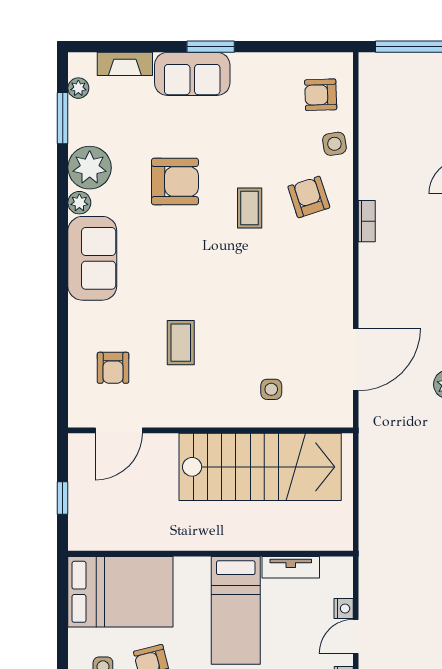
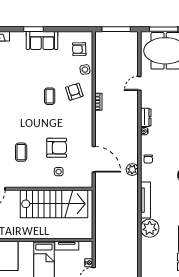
sofa: (192, 74) -> (42, 40), moved
armchair: (175, 182) -> (57, 148), moved
door: (356, 360) -> (94, 159), hinge flipped

